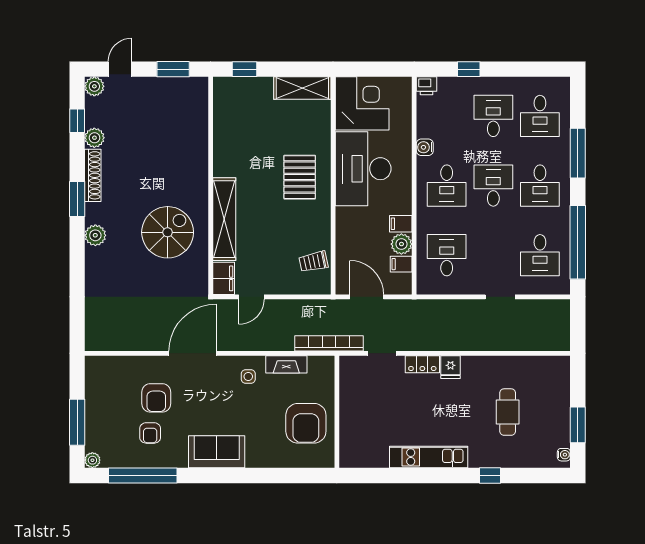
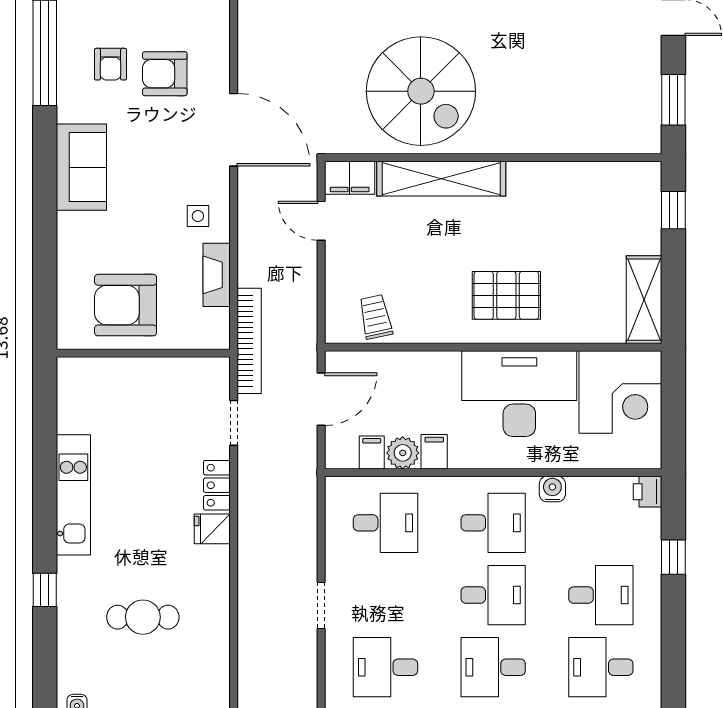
desk: (447, 186) -> (493, 523), turned 180
spiral stairs: (168, 232) -> (421, 91), width x1.37, depth x1.37
armchair: (150, 433) -> (110, 64), turned -90

